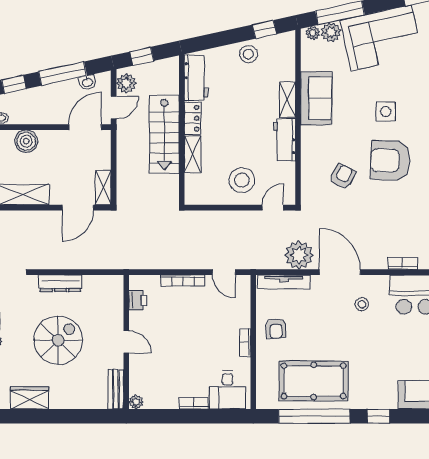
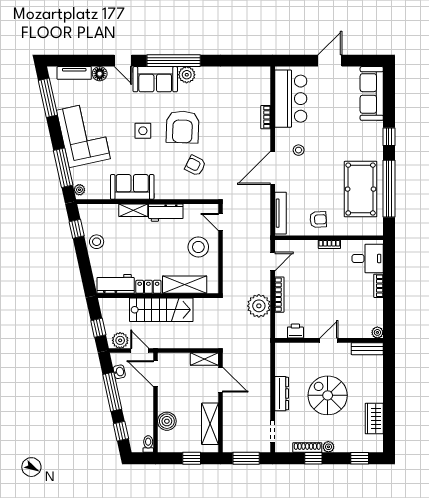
plant: (331, 32) -> (79, 175), removed
shelving: (193, 154) -> (185, 285), width x1.50, depth x1.33
plant: (299, 255) -> (259, 306), moved

